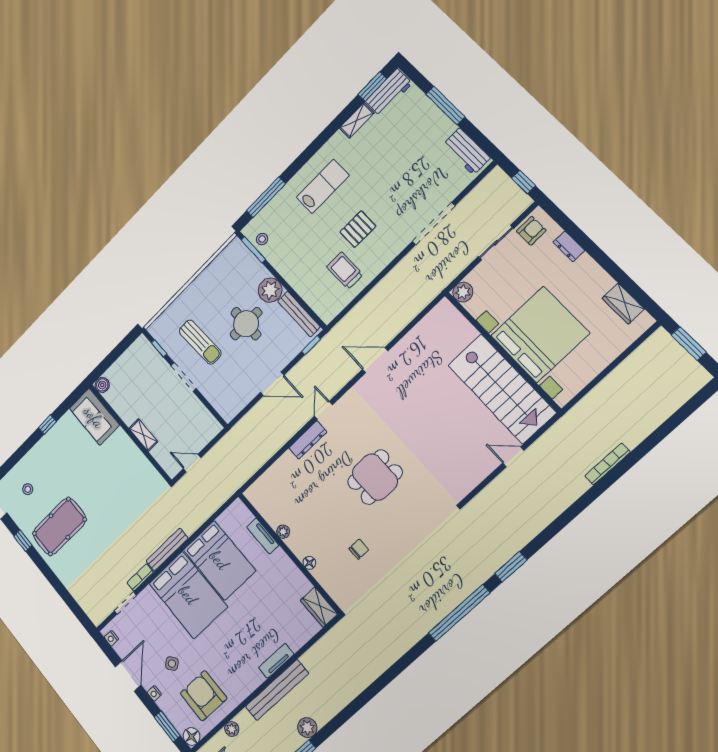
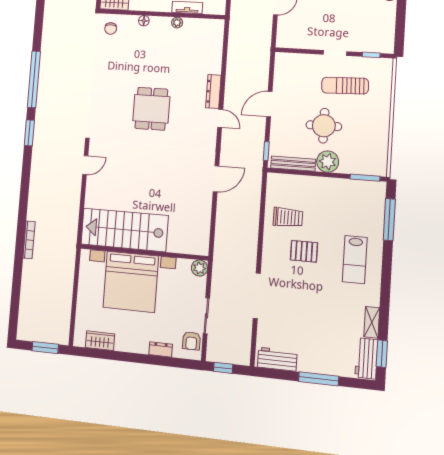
pallet: (358, 229) -> (304, 251), turned 90
stool: (262, 239) -> (365, 190), removed
doorway: (184, 377) -> (335, 53), width x0.73
door: (513, 457) -> (85, 165), moved
chair: (359, 549) -> (111, 29), moved

